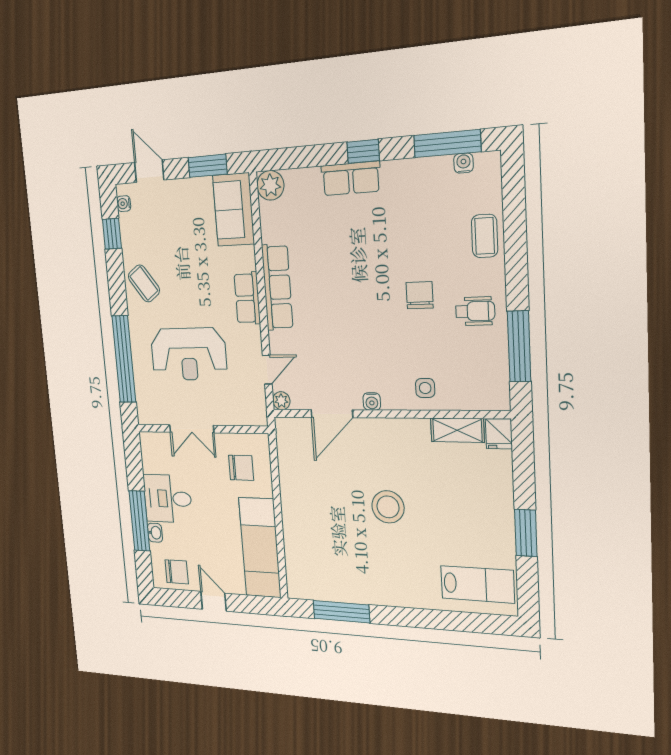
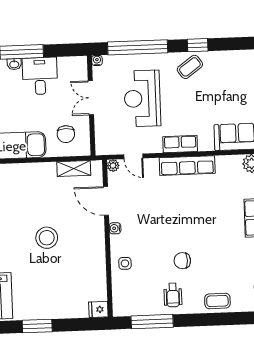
water cooler: (124, 204) -> (97, 60), moved
window: (112, 234) -> (198, 45), moved
chair: (420, 295) -> (182, 261), turned 180
shelving: (457, 430) -> (74, 169), moved, turned 90

